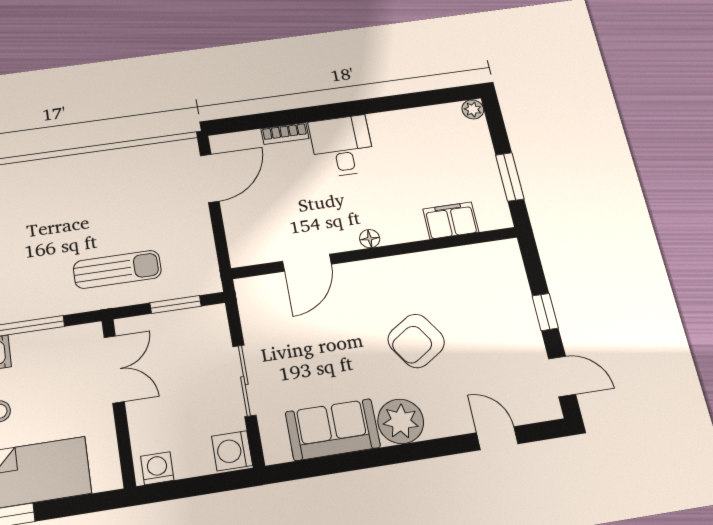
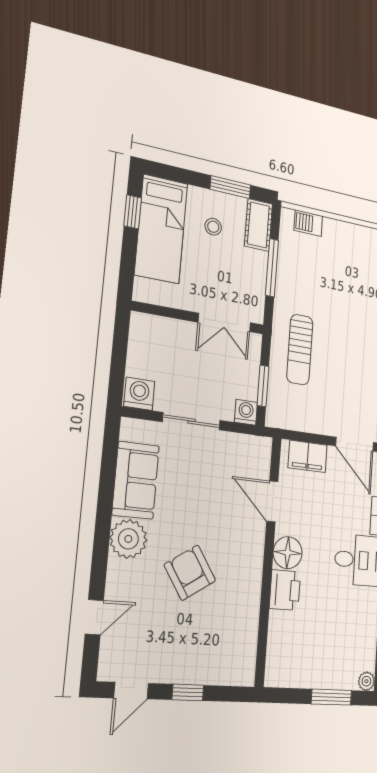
window: (510, 177) -> (331, 697), moved
filing cabinet: (451, 221) -> (308, 456), moved, turned 90
printer: (402, 226) -> (285, 590), added
floor lamp: (370, 239) -> (288, 553), width x1.89, depth x1.89
washing machine: (157, 468) -> (246, 412), moved, turned -90

